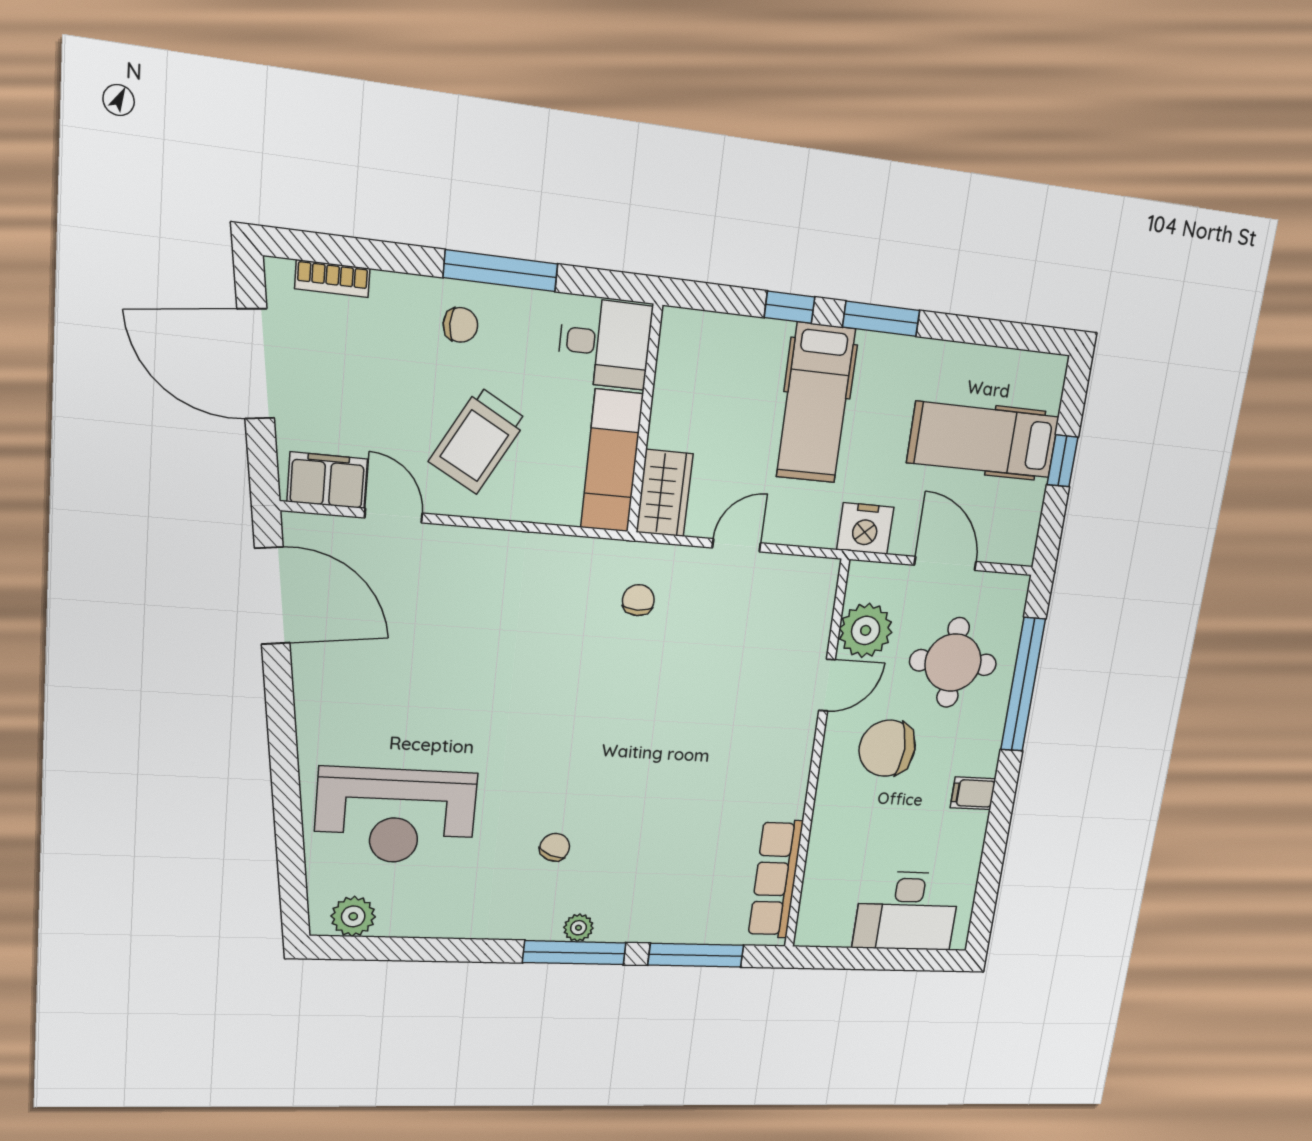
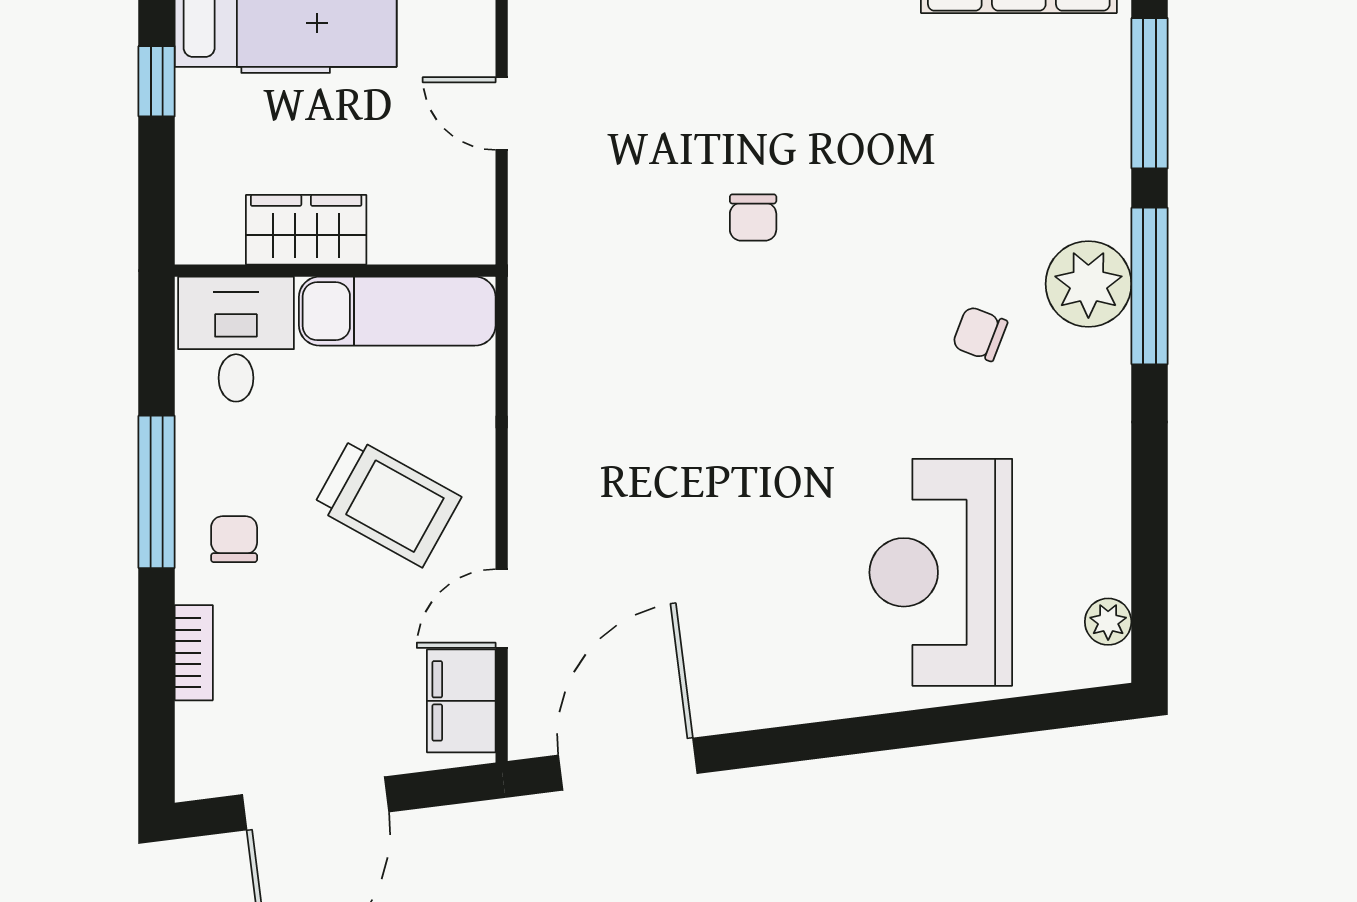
bookcase: (332, 279) -> (194, 653), moved
wardrobe: (665, 493) -> (306, 230), moved
chair: (638, 600) -> (753, 218), moved, turned -90
reception desk: (396, 816) -> (941, 572), turned 180
plant: (353, 916) -> (1108, 622), width x0.73, depth x0.73
plant: (578, 928) -> (1088, 284), width x1.87, depth x1.87

